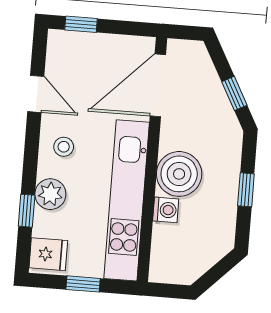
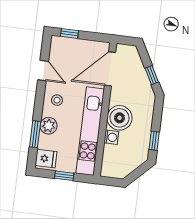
window: (246, 190) -> (154, 141), moved
window: (27, 211) -> (35, 134), width x1.50

